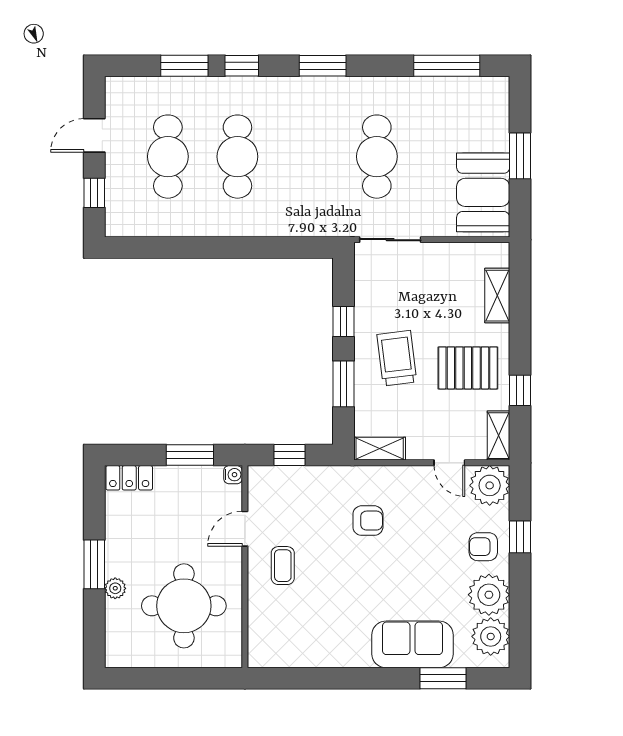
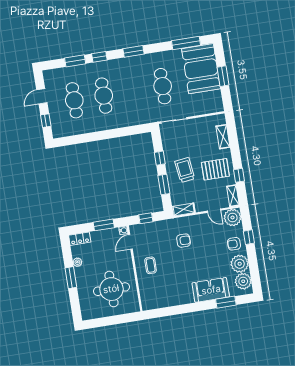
booth: (483, 192) -> (201, 69), moved, width x1.36, depth x1.42
door: (245, 529) -> (130, 242), moved
plant: (115, 588) -> (77, 262), moved

